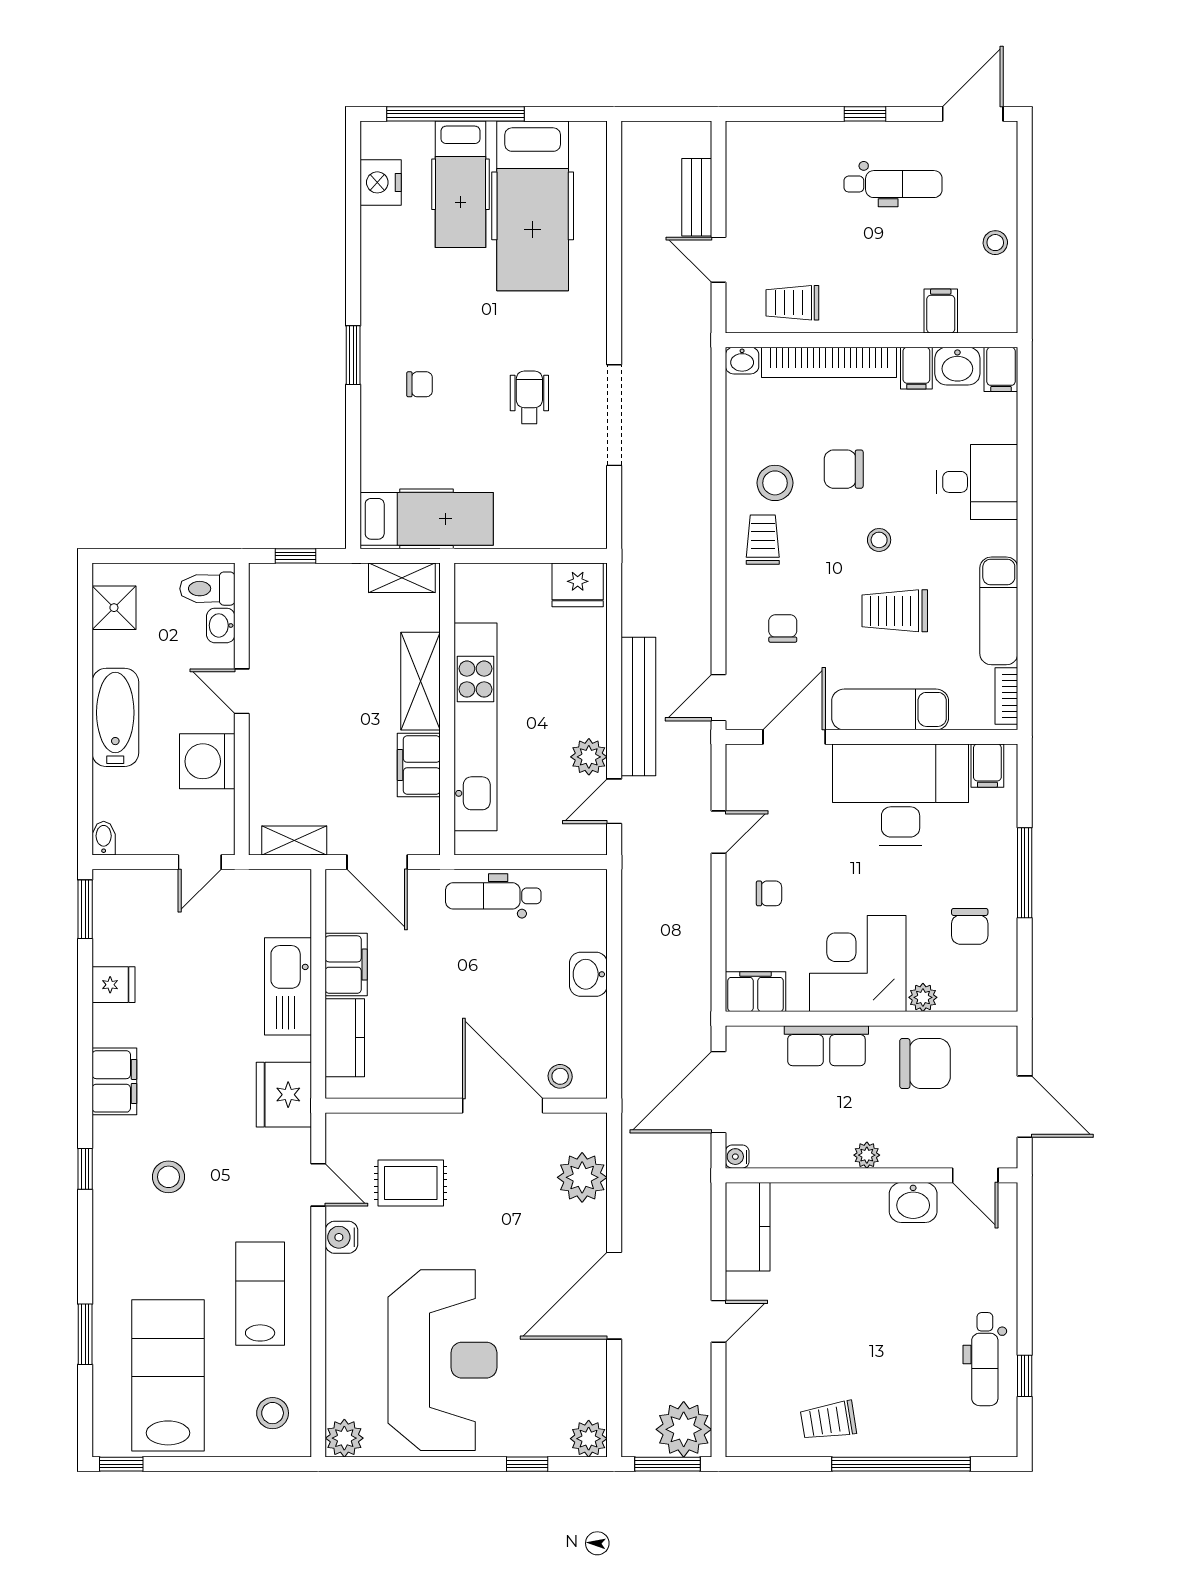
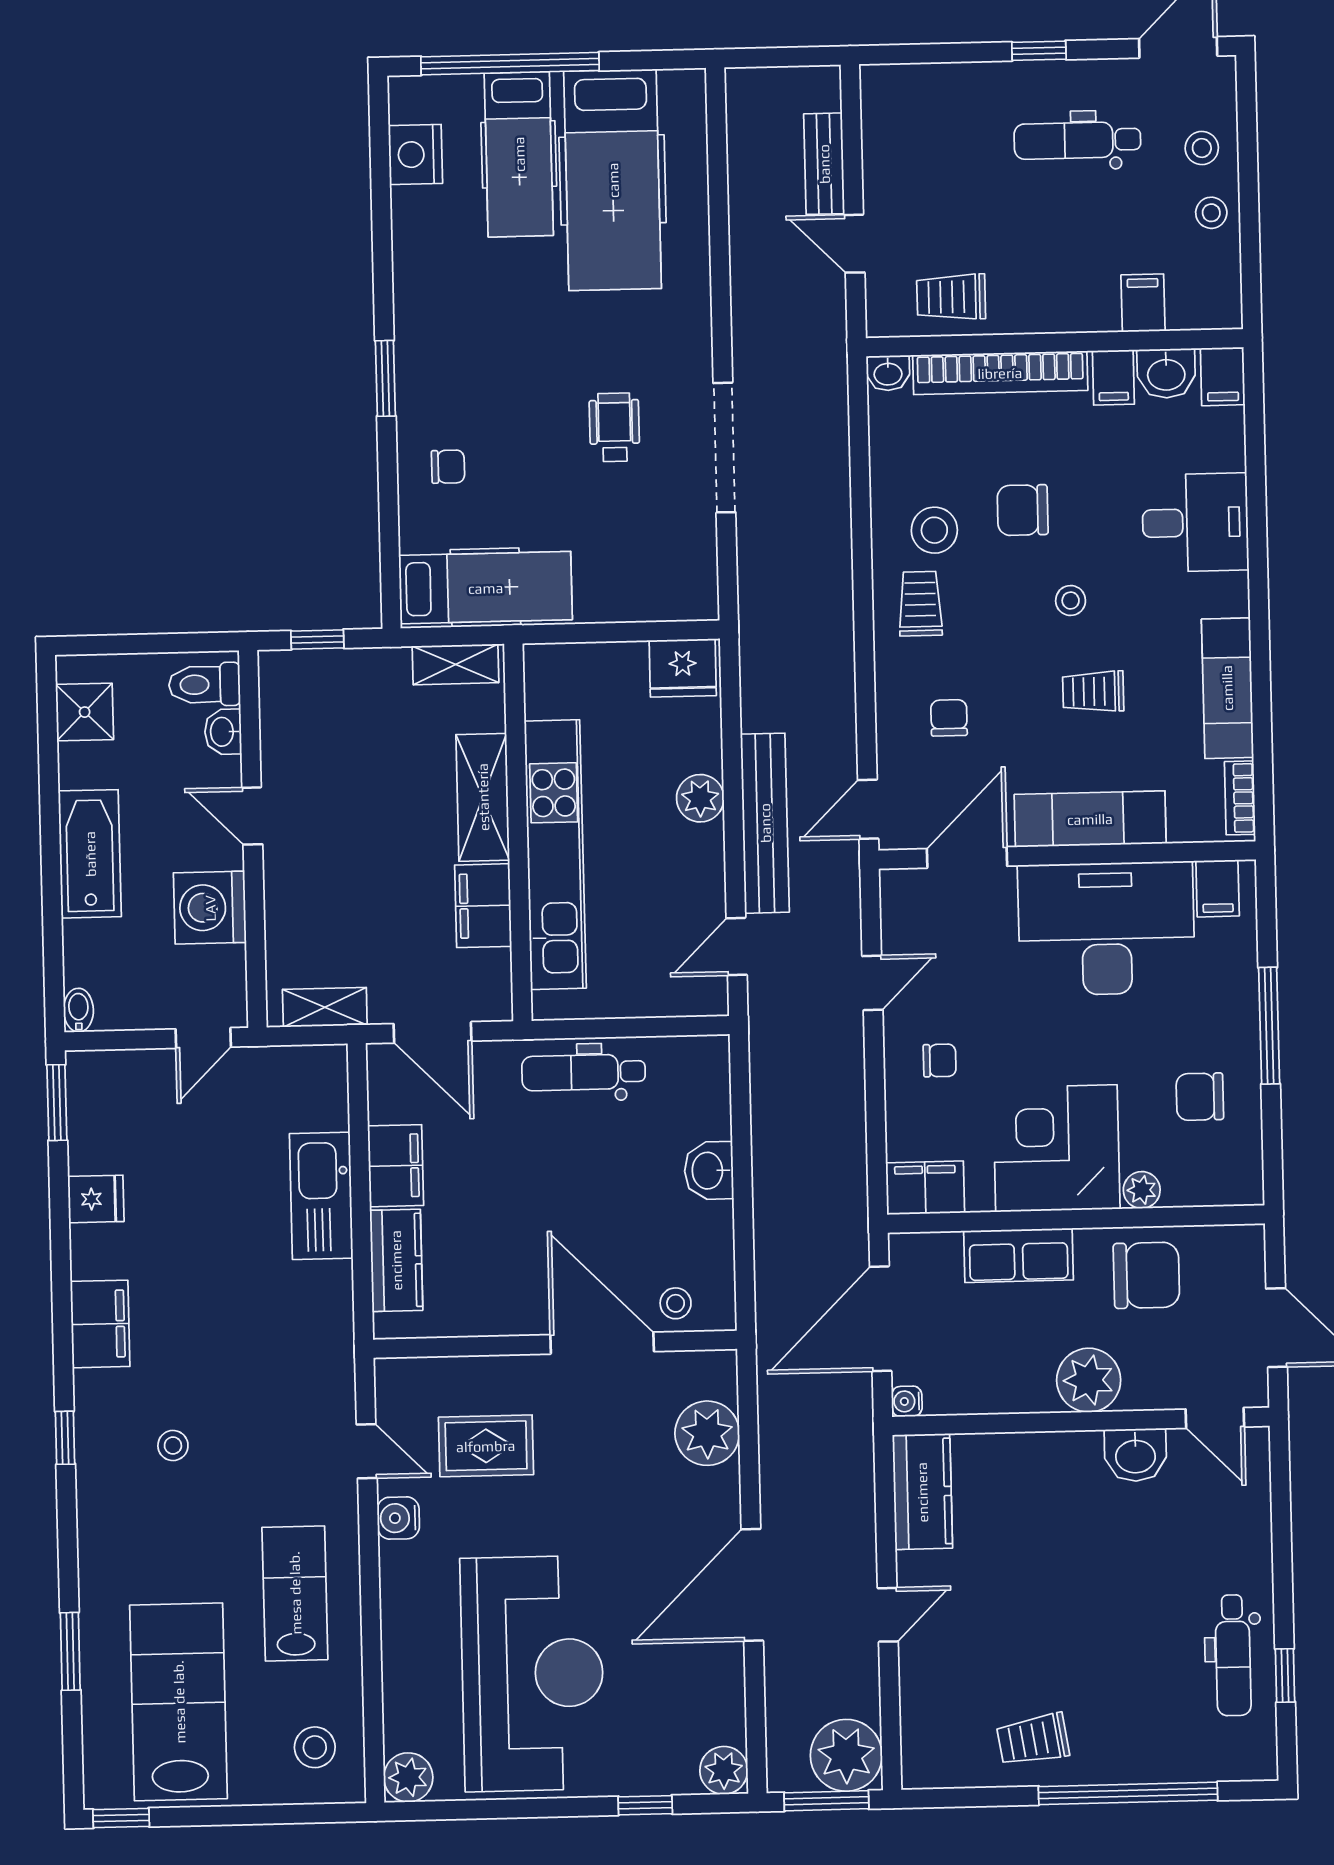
dental chair: (893, 184) -> (1077, 140), turned 180
stool: (989, 192) -> (1202, 148), added
chair: (420, 384) -> (448, 467), moved
trolley: (895, 611) -> (1093, 691), width x0.73, depth x0.72
plant: (589, 757) -> (700, 798), moved
chair: (970, 926) -> (1200, 1097), turned 90
fridge: (284, 1095) -> (319, 1336), removed
plant: (867, 1155) -> (1089, 1380), width x1.87, depth x1.87
stool: (168, 1177) -> (173, 1445), width x0.73, depth x0.73

